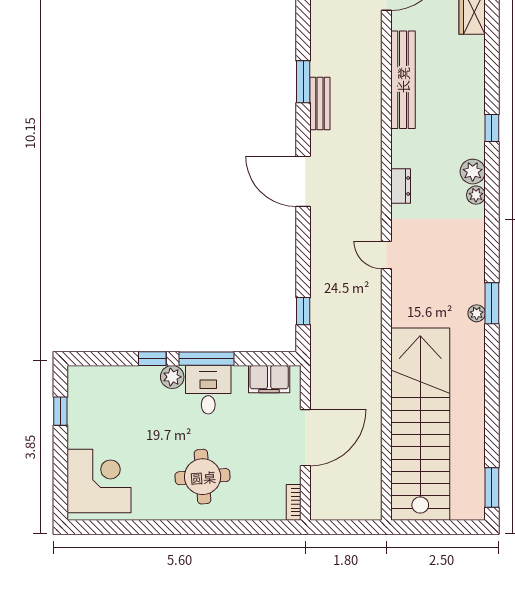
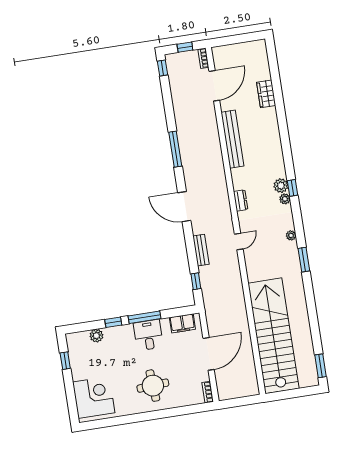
window: (303, 82) -> (175, 149), width x1.44
bench: (320, 104) -> (201, 250), moved
window: (492, 128) -> (293, 188), moved
door: (386, 255) -> (239, 241), swing flipped
plant: (477, 313) -> (291, 235), moved
plant: (172, 377) -> (96, 336), moved

